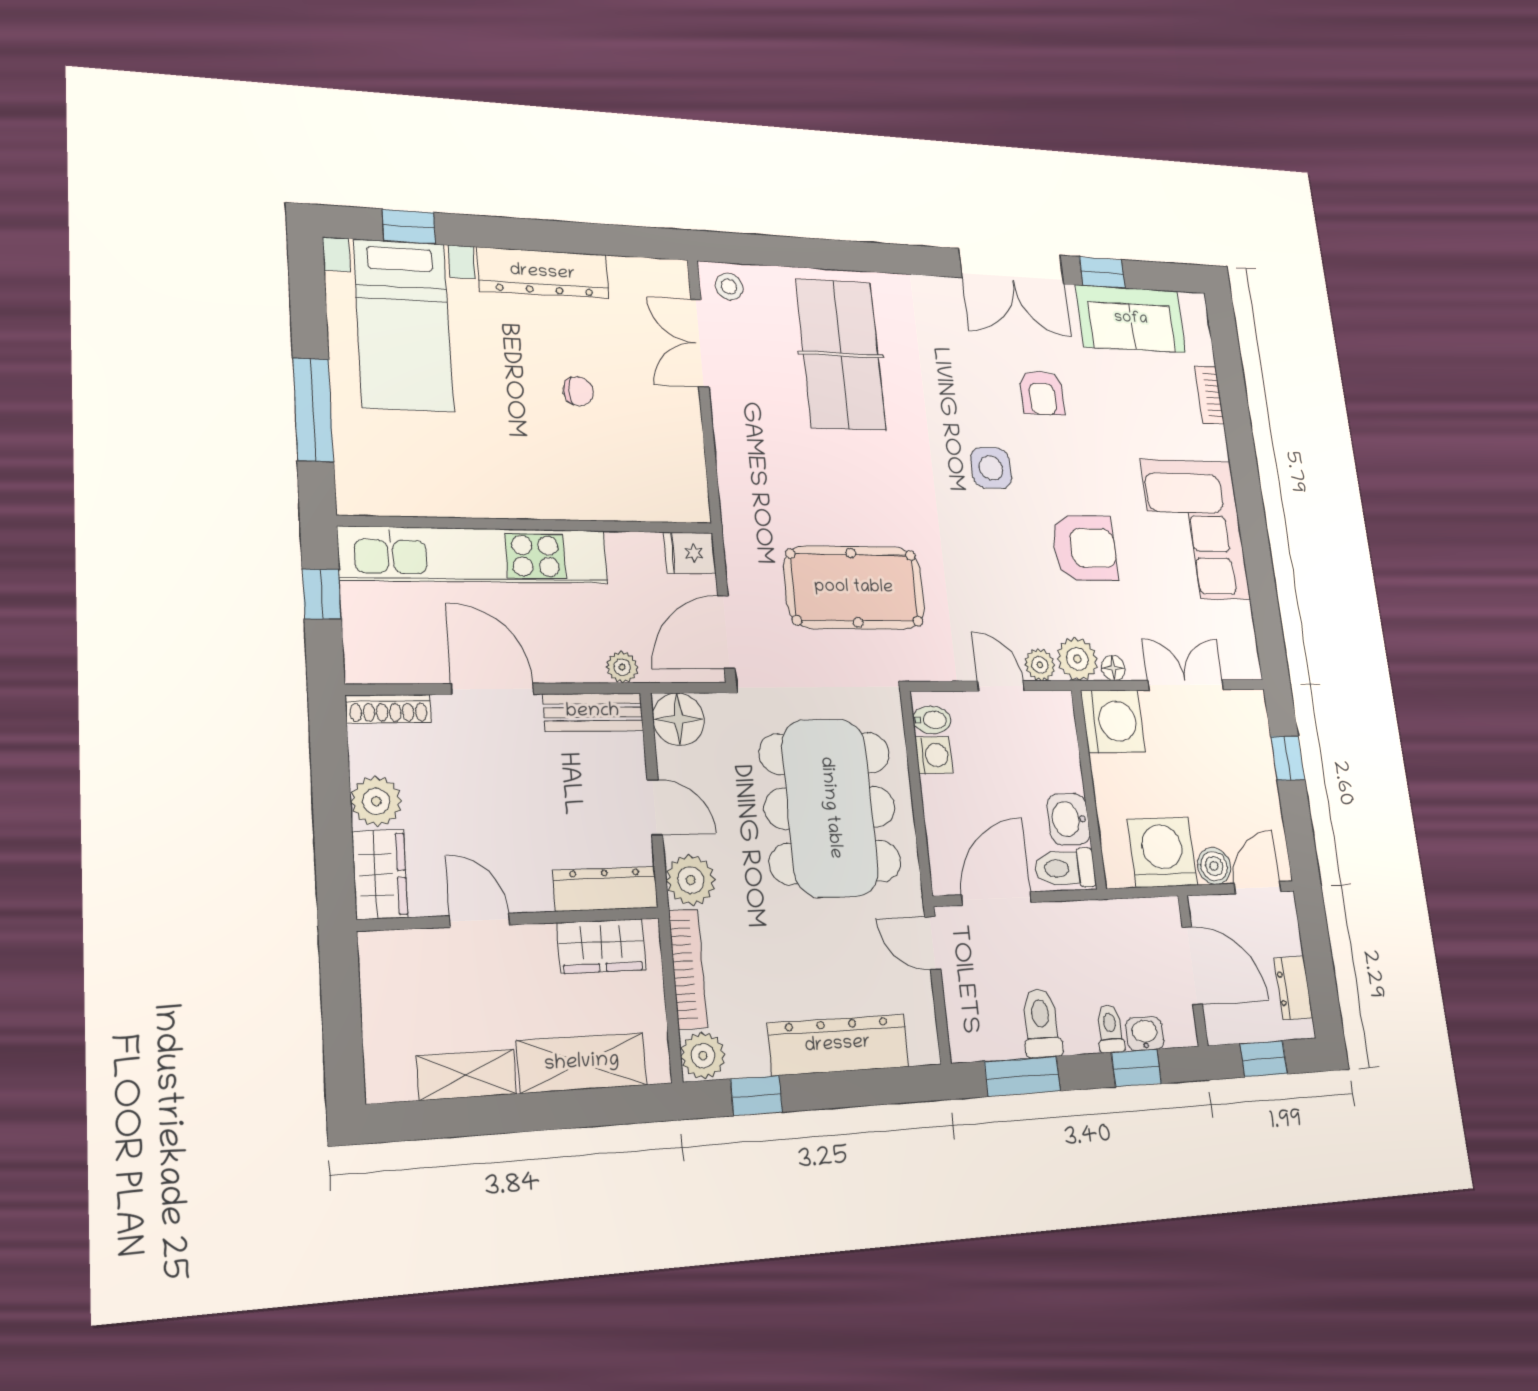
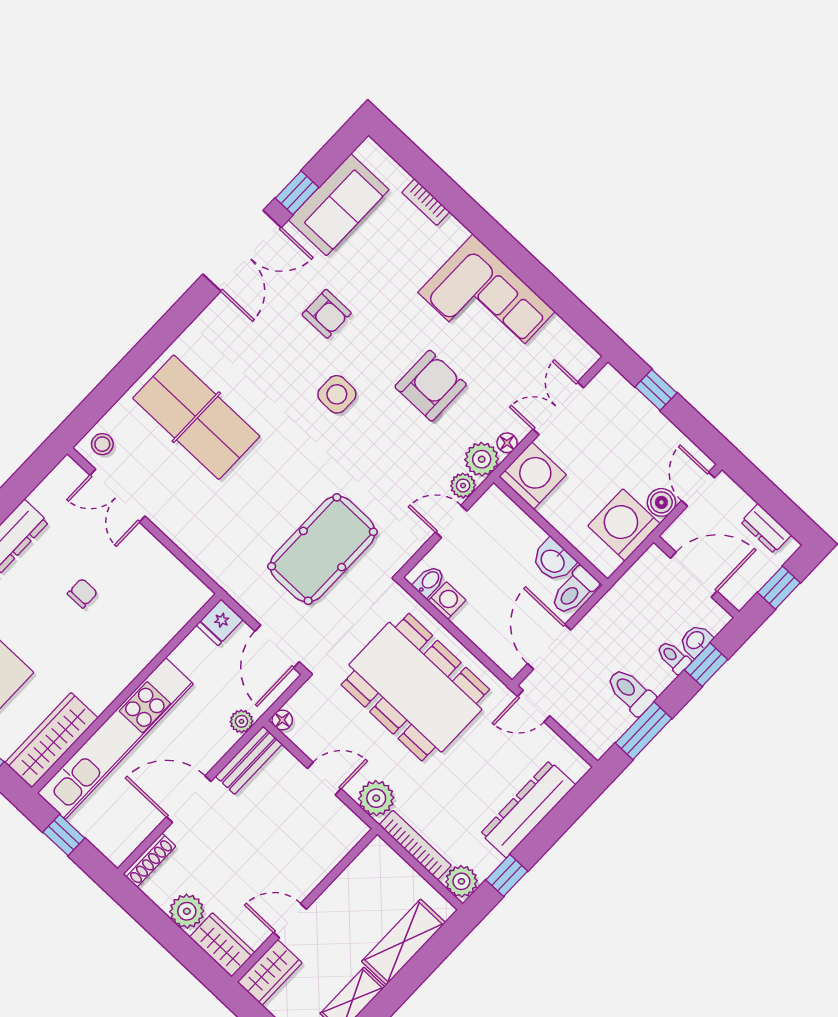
wardrobe: (406, 491) -> (51, 740), added
floor lamp: (679, 719) -> (282, 720), width x0.53, depth x0.53
dresser: (605, 889) -> (337, 845), removed
wardrobe: (601, 946) -> (270, 972), moved

